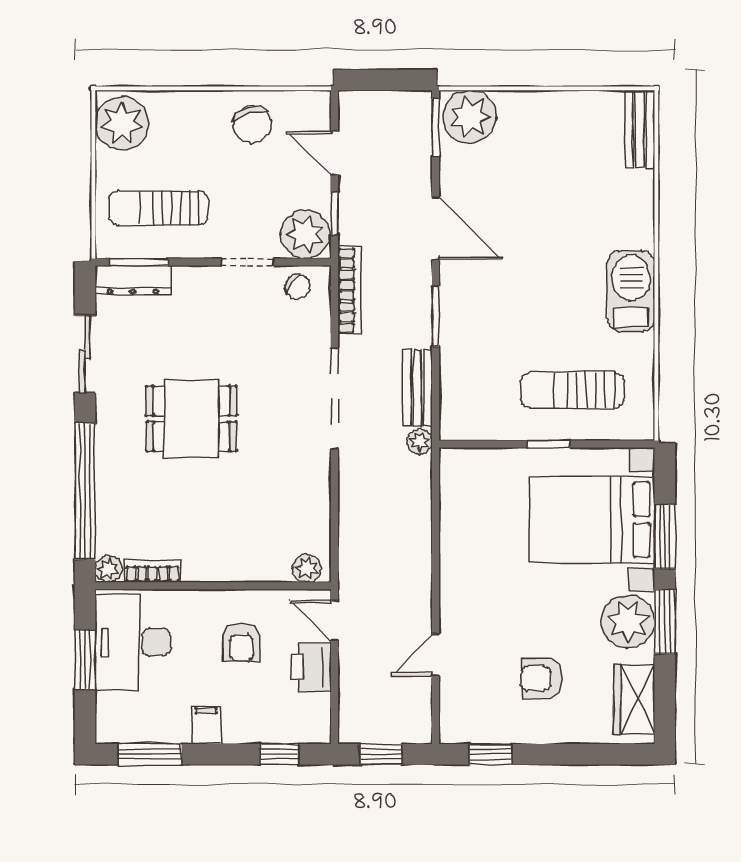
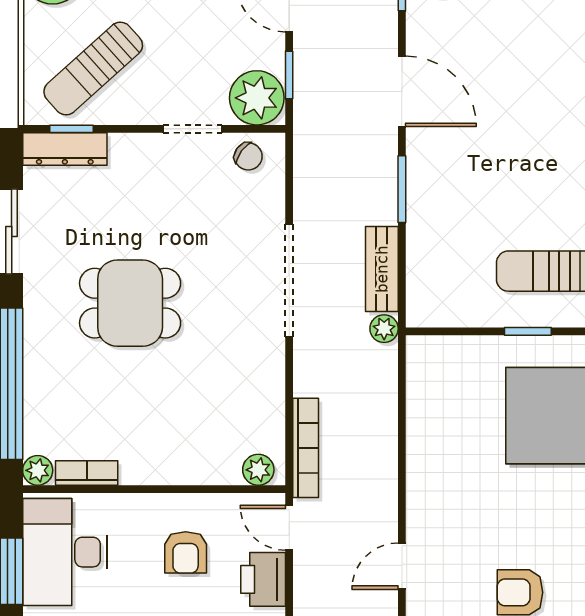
sun lounger: (158, 208) -> (93, 69), turned -42
window: (139, 262) -> (72, 129), width x0.67
bookcase: (349, 291) -> (306, 448), moved

